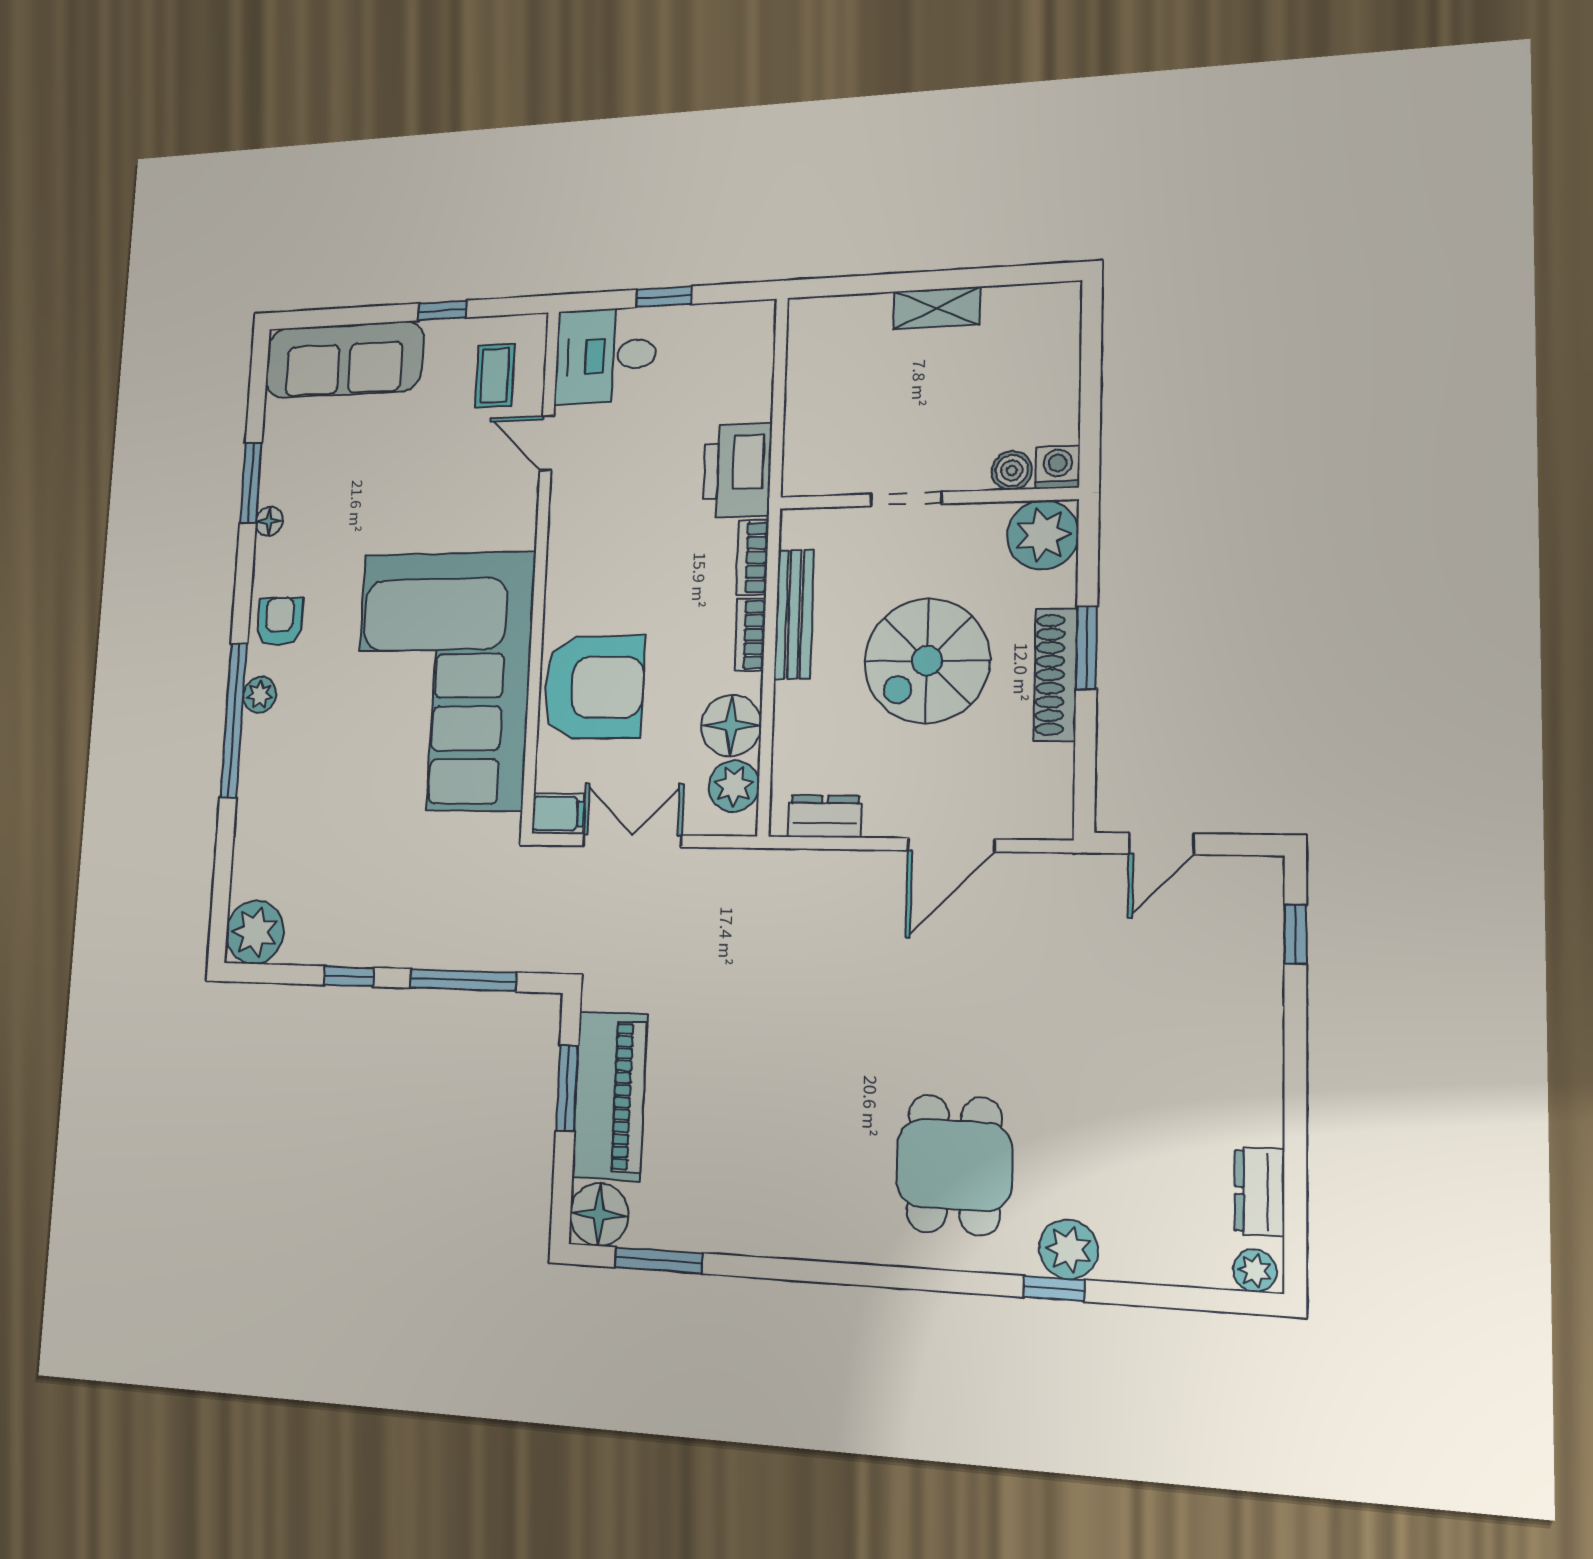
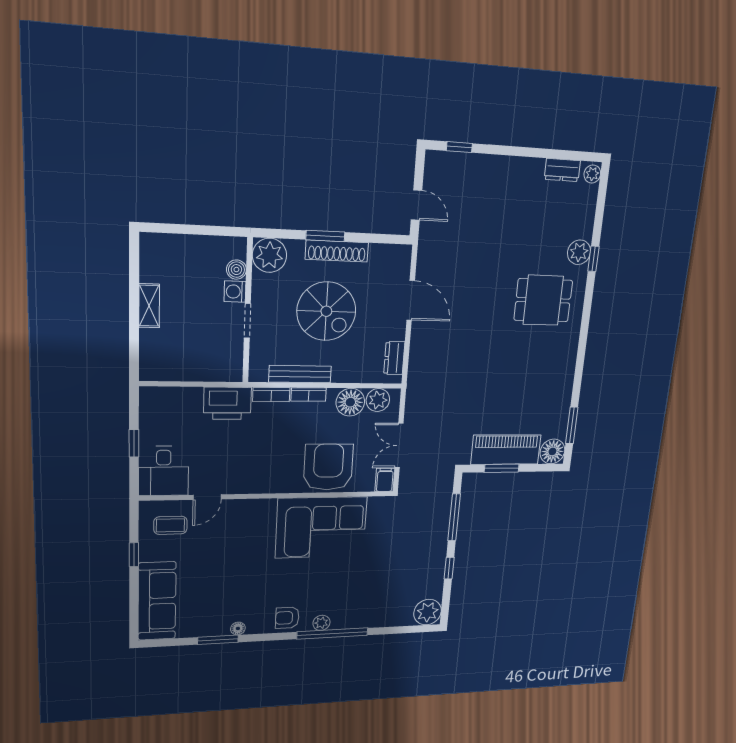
washing machine: (1058, 467) -> (235, 292), moved
corner sofa: (442, 681) -> (321, 527), width x0.73, depth x0.74

